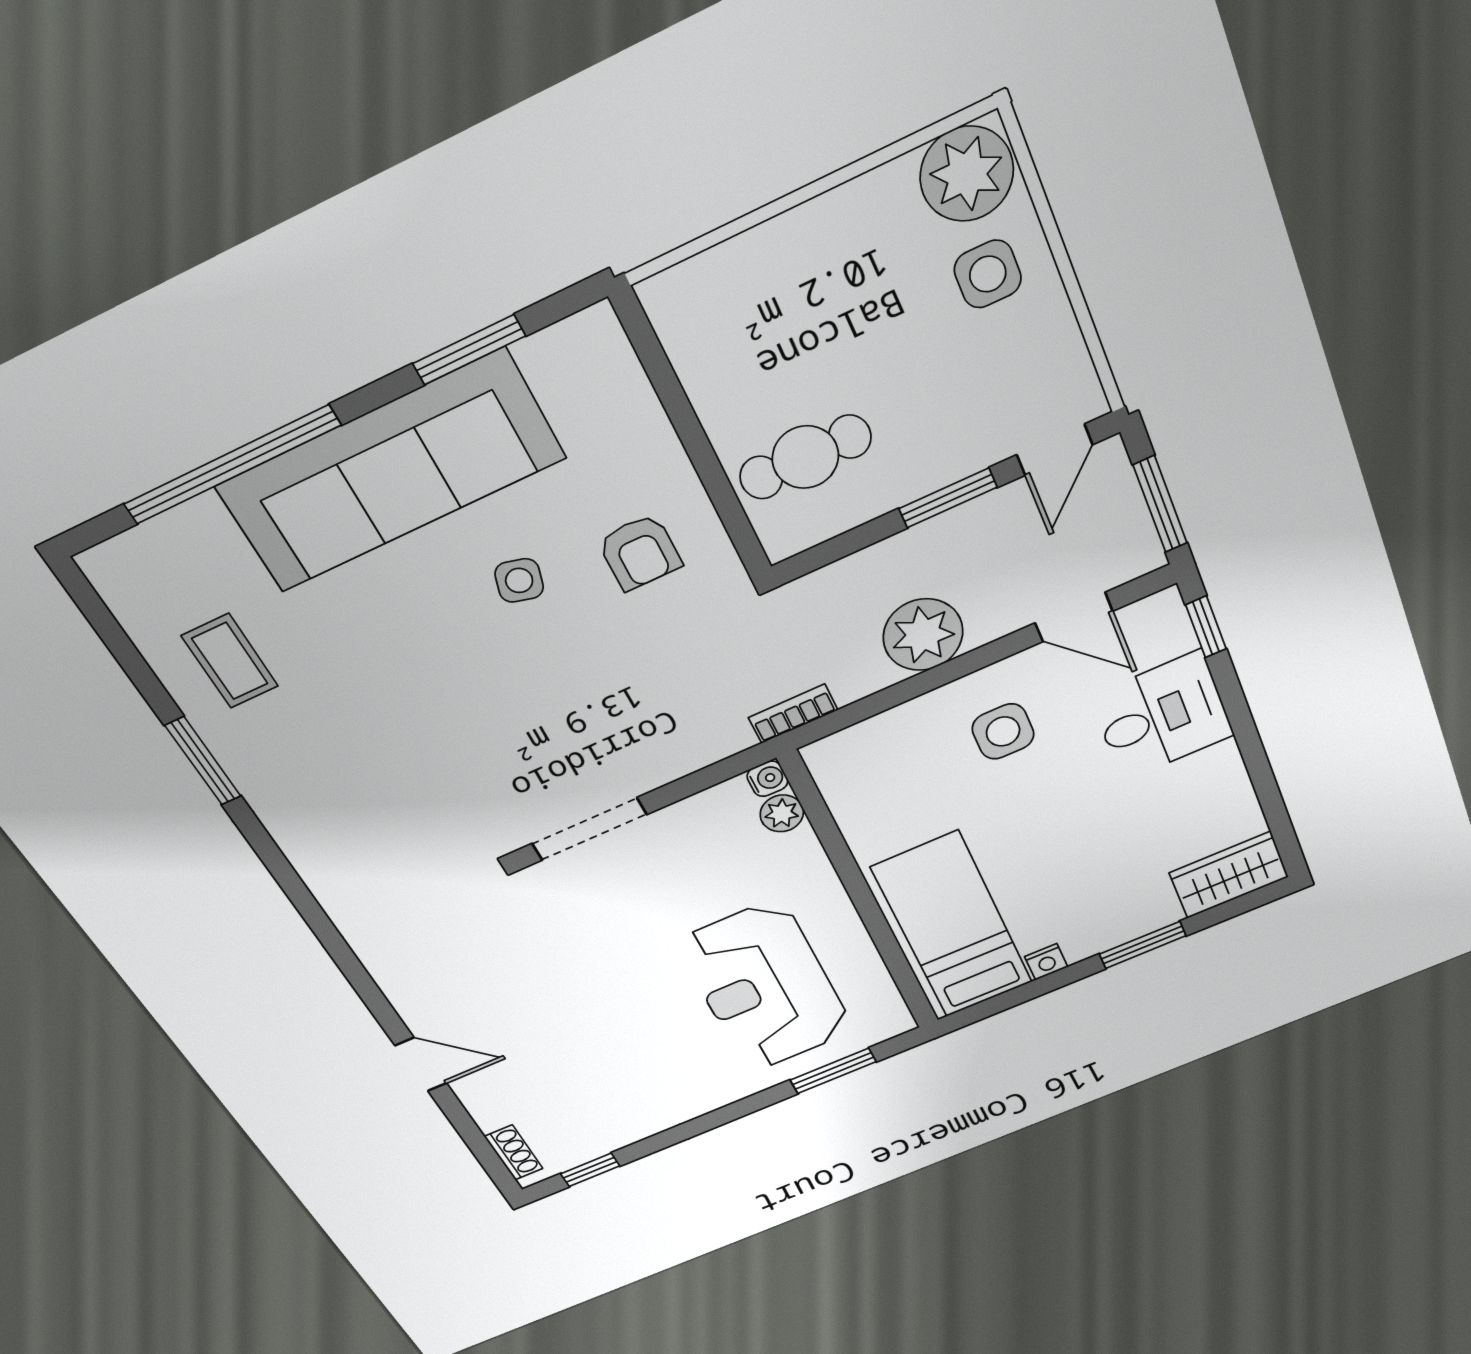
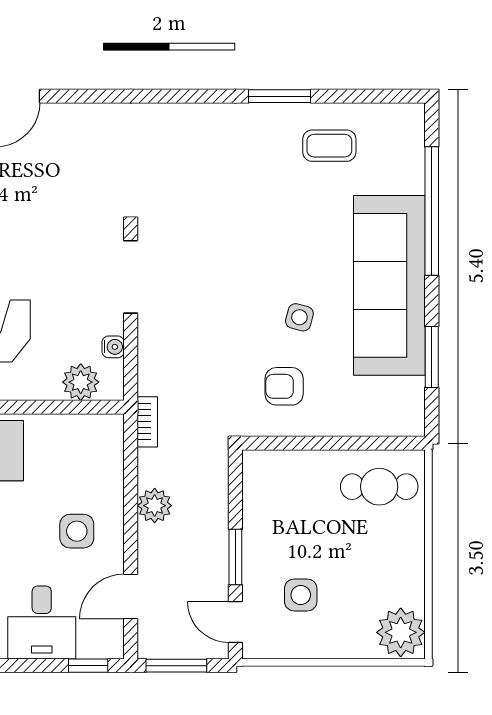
side table: (988, 274) -> (301, 595), moved
cafe table: (805, 457) -> (379, 487), moved, turned 90
plant: (923, 635) -> (155, 506), width x0.73, depth x0.73
water cooler: (768, 779) -> (113, 347), moved, turned -90
plant: (782, 813) -> (81, 382), width x1.38, depth x1.38

